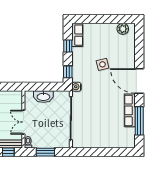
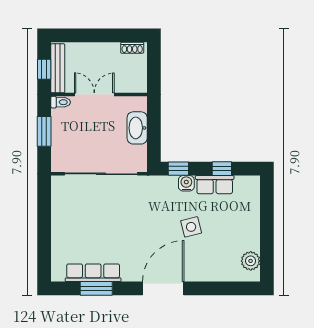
row of seats: (77, 35) -> (215, 185), moved
water cooler: (76, 87) -> (186, 183), moved
row of seats: (130, 110) -> (93, 273), moved
window: (139, 121) -> (96, 288), width x0.69

